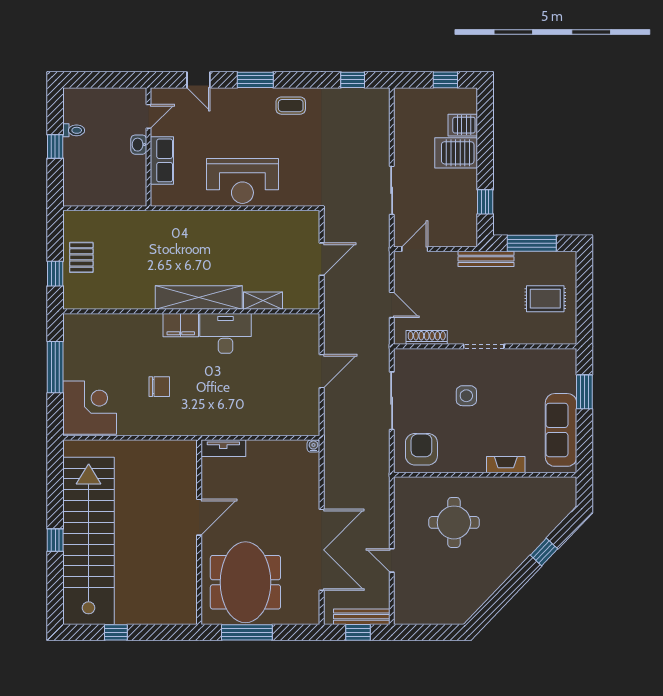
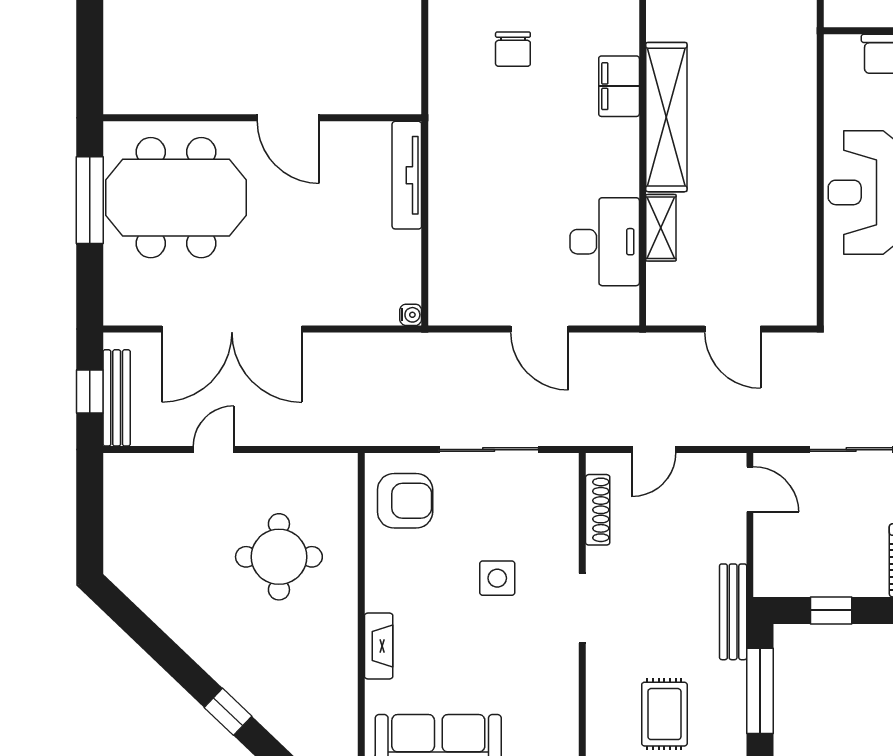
desk: (226, 333) -> (605, 242), moved
tv unit: (223, 448) -> (407, 175), width x1.41

